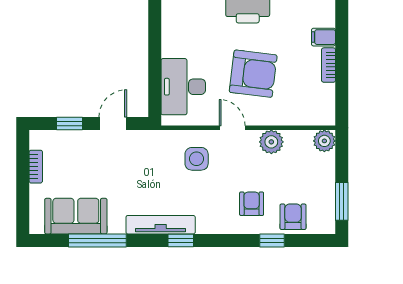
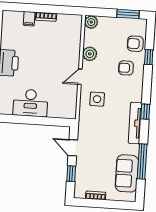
armchair: (253, 74) -> (48, 62), removed
desk: (183, 87) -> (30, 103), moved

